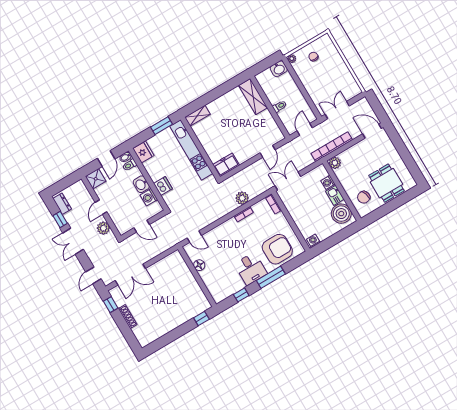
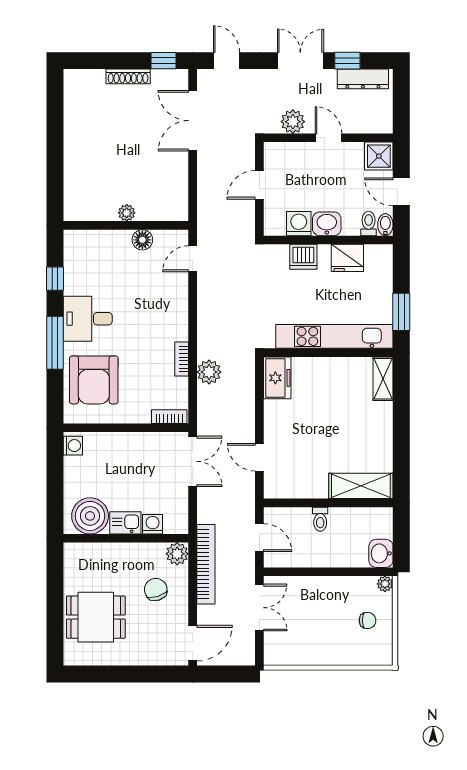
fridge: (143, 152) -> (347, 258), moved
chair: (364, 197) -> (156, 590), moved
dresser: (62, 204) -> (363, 79), width x1.44
plant: (191, 280) -> (127, 213), added
window: (201, 319) -> (55, 193), removed

